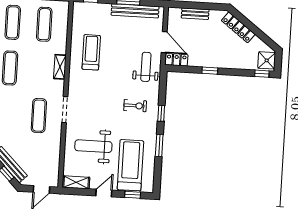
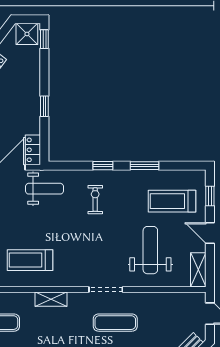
weight bench: (146, 67) -> (44, 189), turned 180
weight bench: (93, 146) -> (150, 250), turned 180
treadmill: (130, 165) -> (172, 201), width x0.73, depth x0.73

